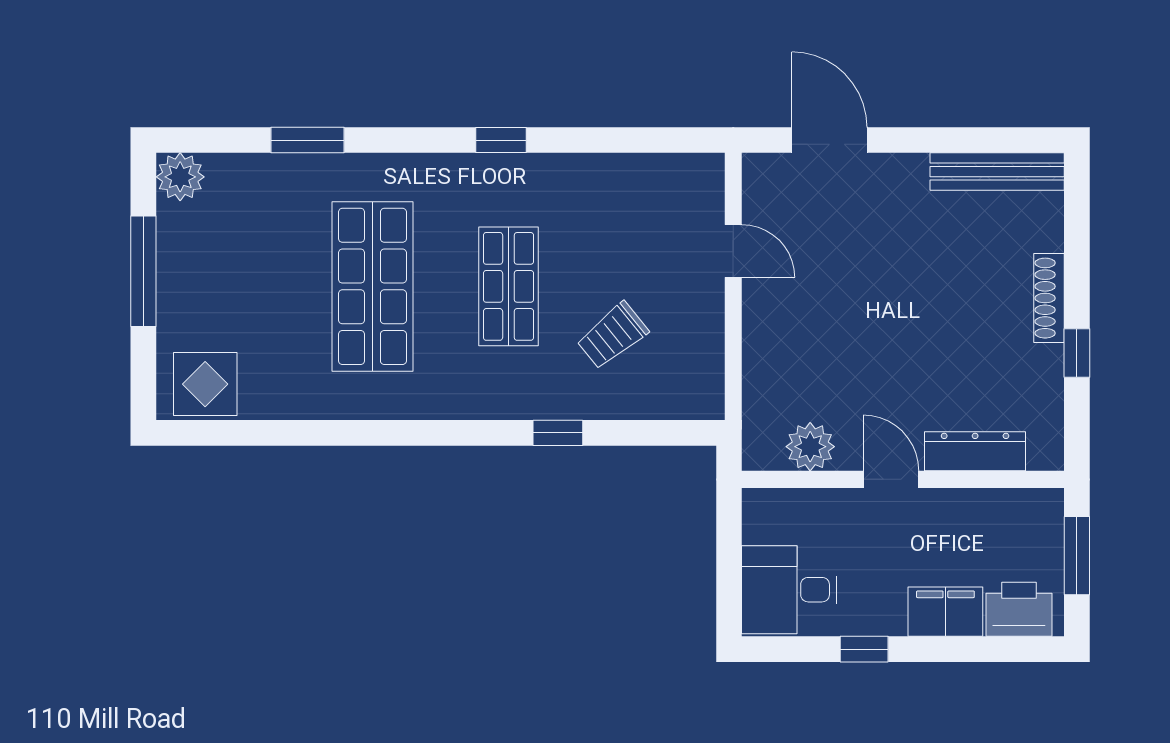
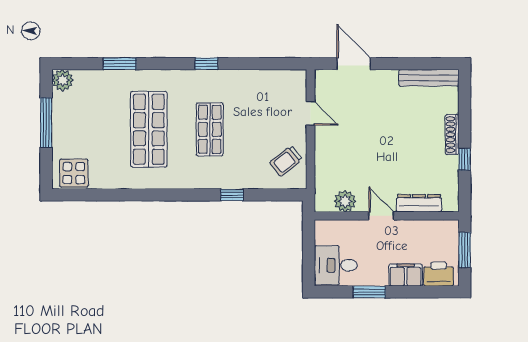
trolley: (612, 336) -> (286, 161), moved
window: (864, 649) -> (369, 292), width x1.50

